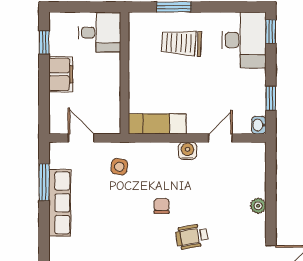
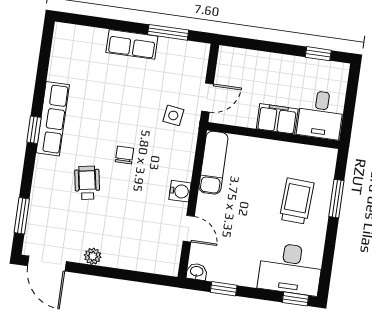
filing cabinet: (61, 74) -> (277, 119), moved, turned 180
door: (81, 138) -> (207, 98), moved
row of seats: (60, 203) -> (132, 44), width x0.68
chair: (162, 206) -> (124, 155), turned -90
plant: (258, 206) -> (93, 256), moved

